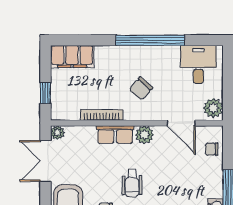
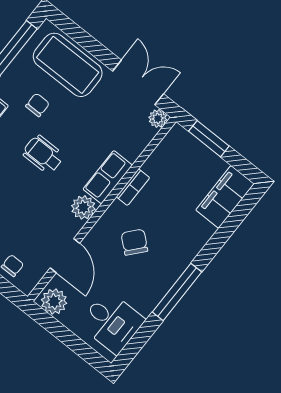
window: (150, 40) -> (177, 292), width x0.68
window: (45, 93) -> (209, 139), width x1.50
bookcase: (102, 115) -> (133, 187), width x0.64
door: (181, 123) -> (65, 256), swing flipped

